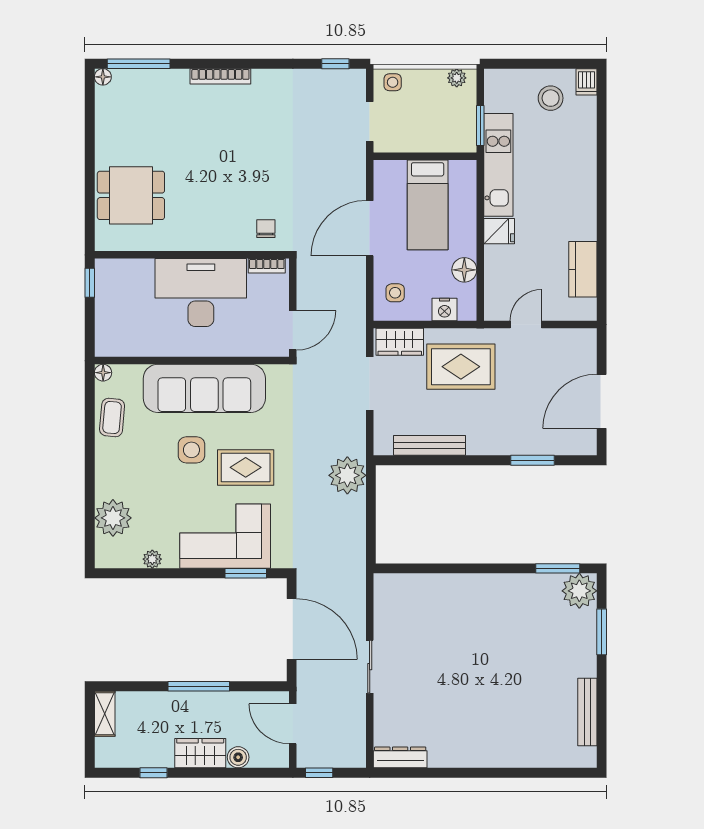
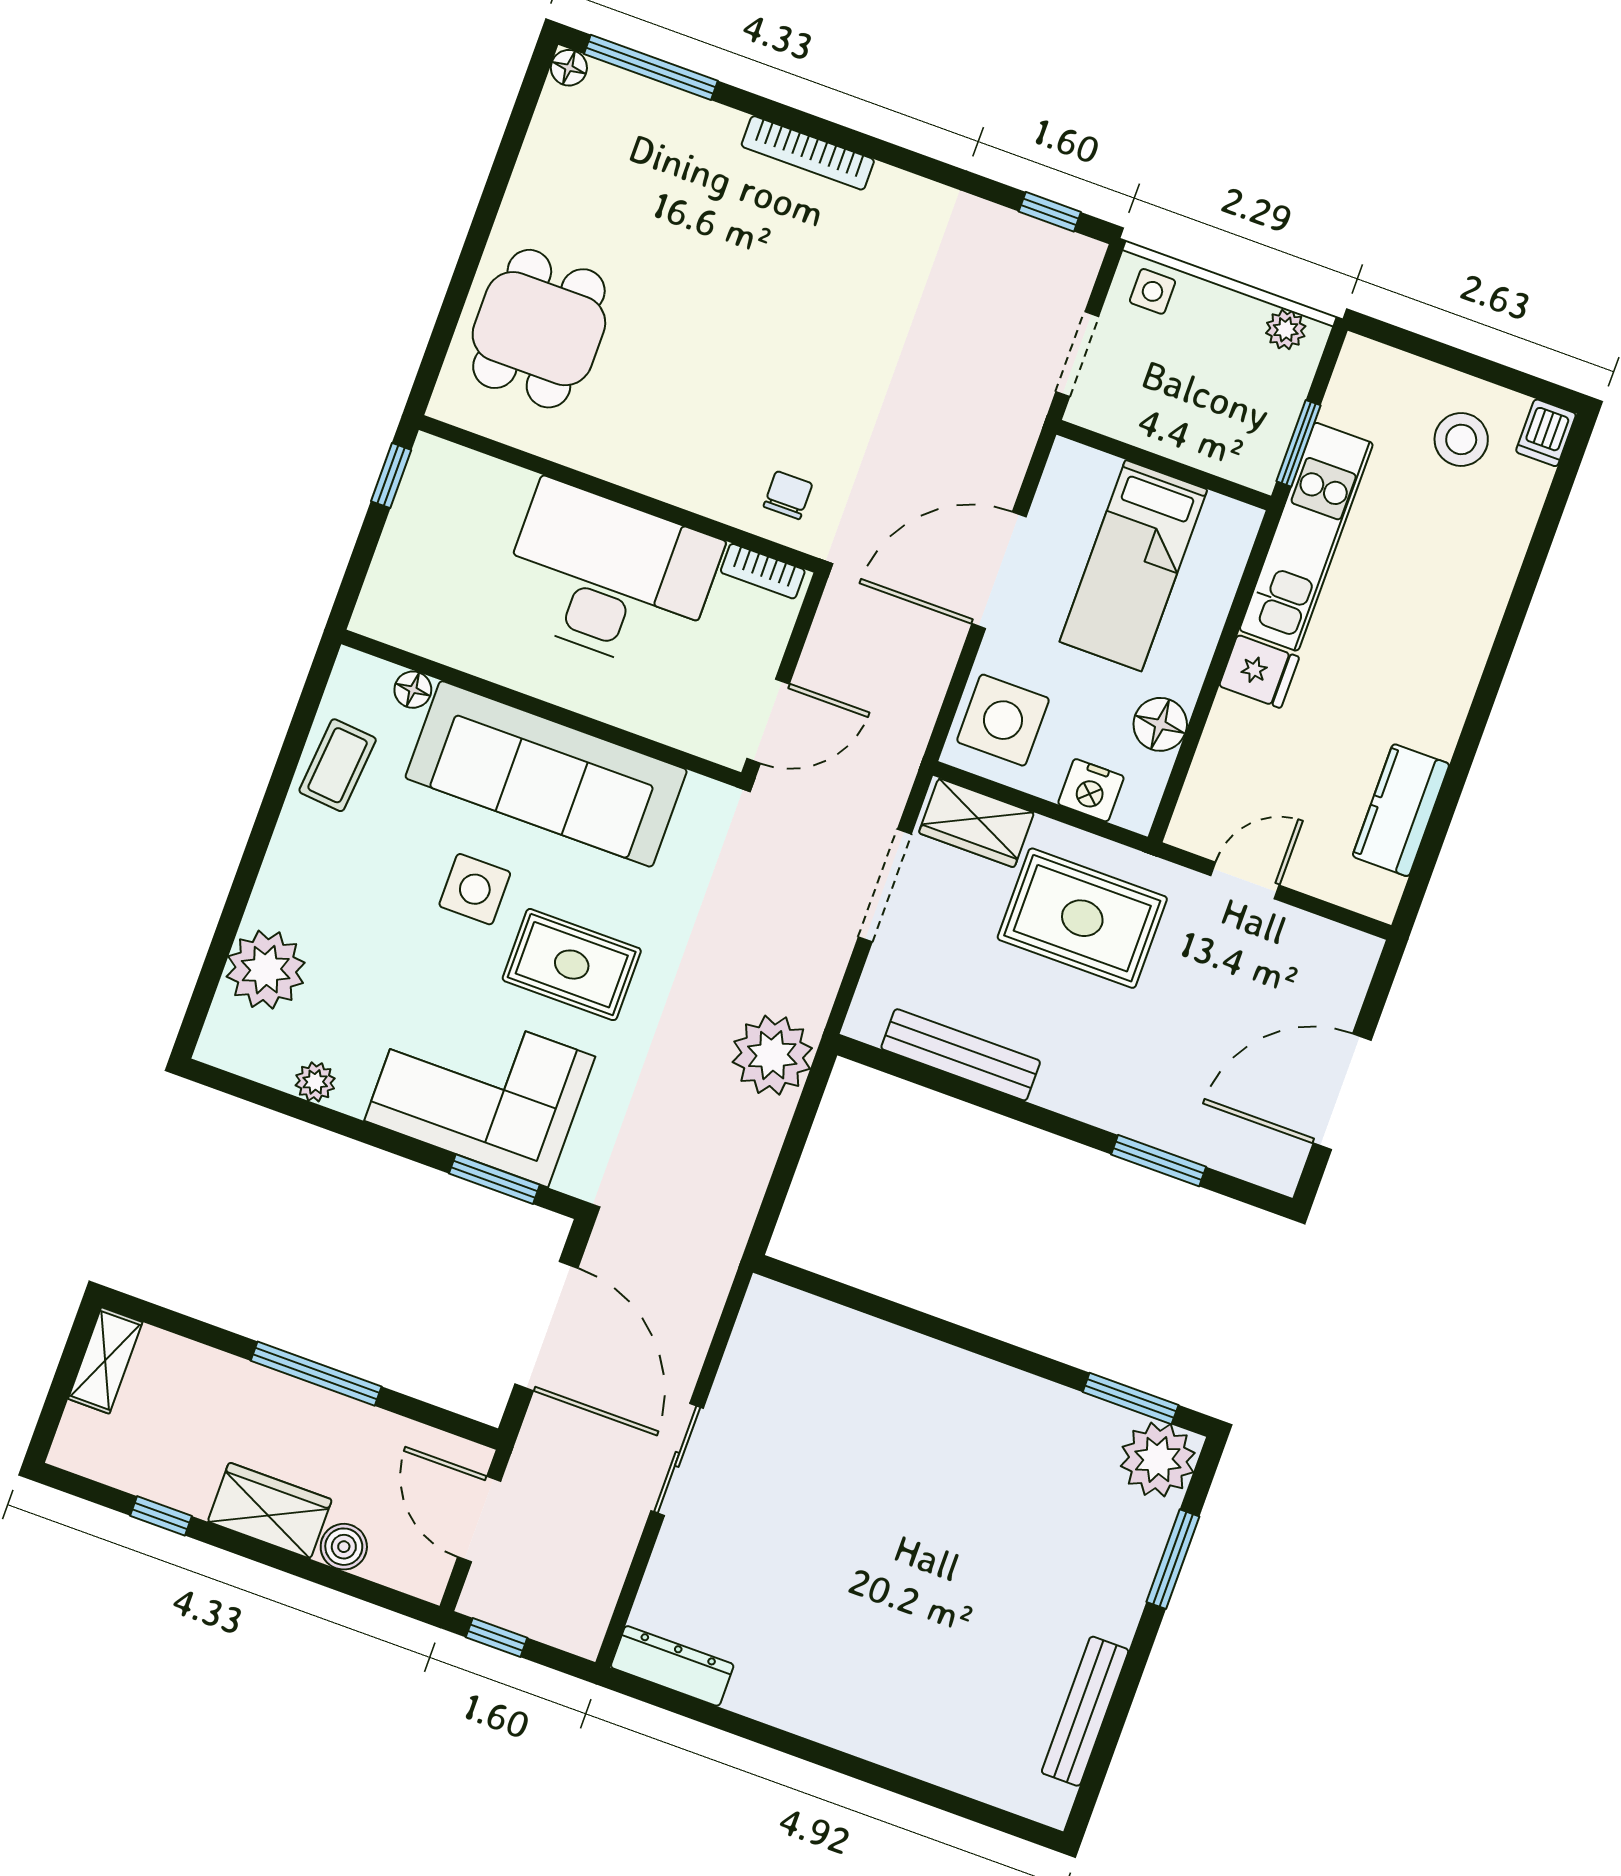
dining table: (131, 195) -> (539, 329), turned 90
side table: (395, 293) -> (1003, 720), width x1.87, depth x1.87
floor lamp: (103, 373) -> (413, 690), moved

